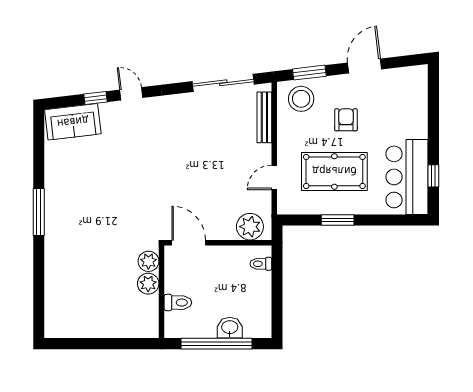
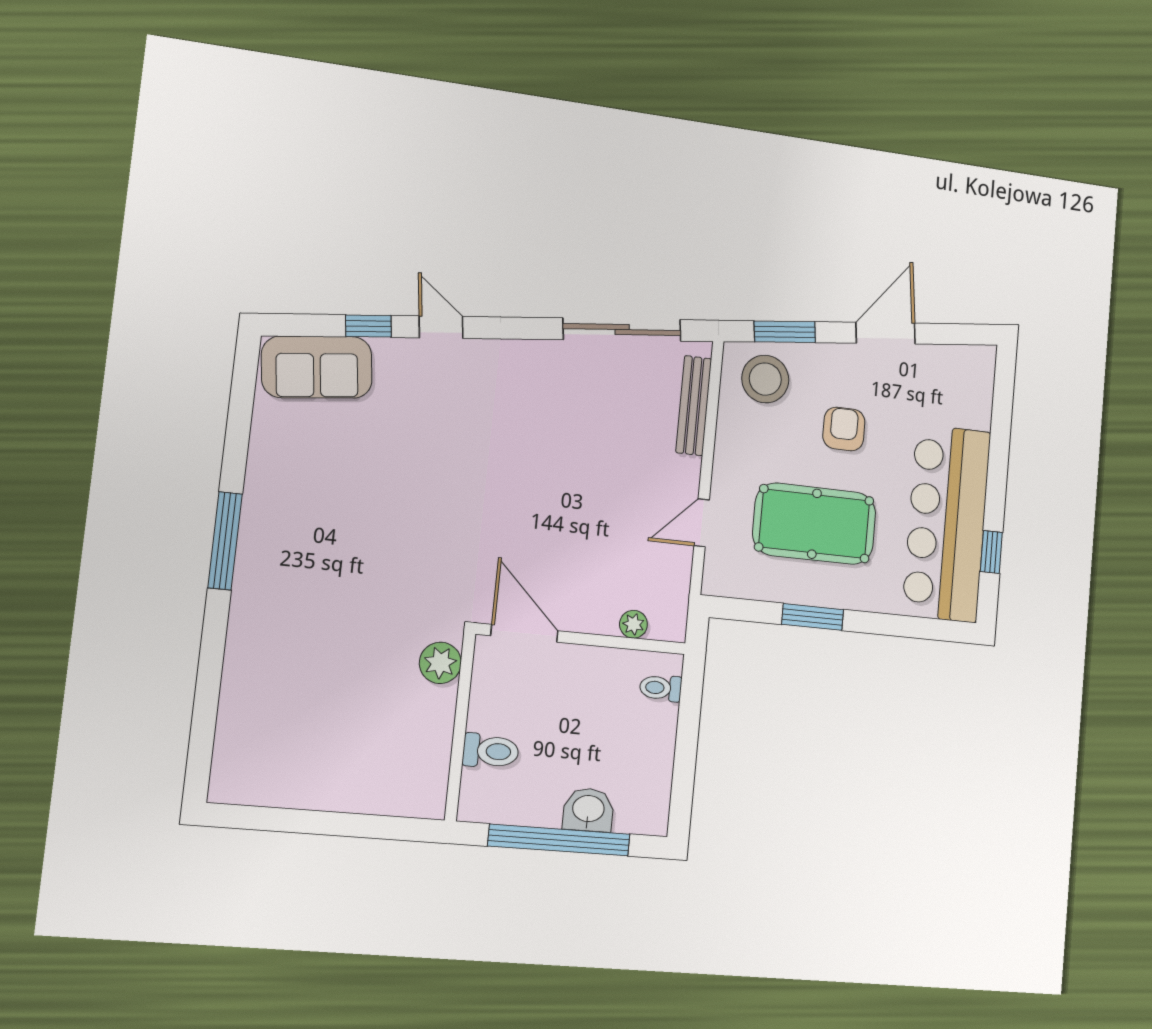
bar counter: (407, 177) -> (947, 523), width x1.36
plant: (250, 227) -> (633, 624), width x0.53, depth x0.53
plant: (148, 284) -> (435, 708), removed

